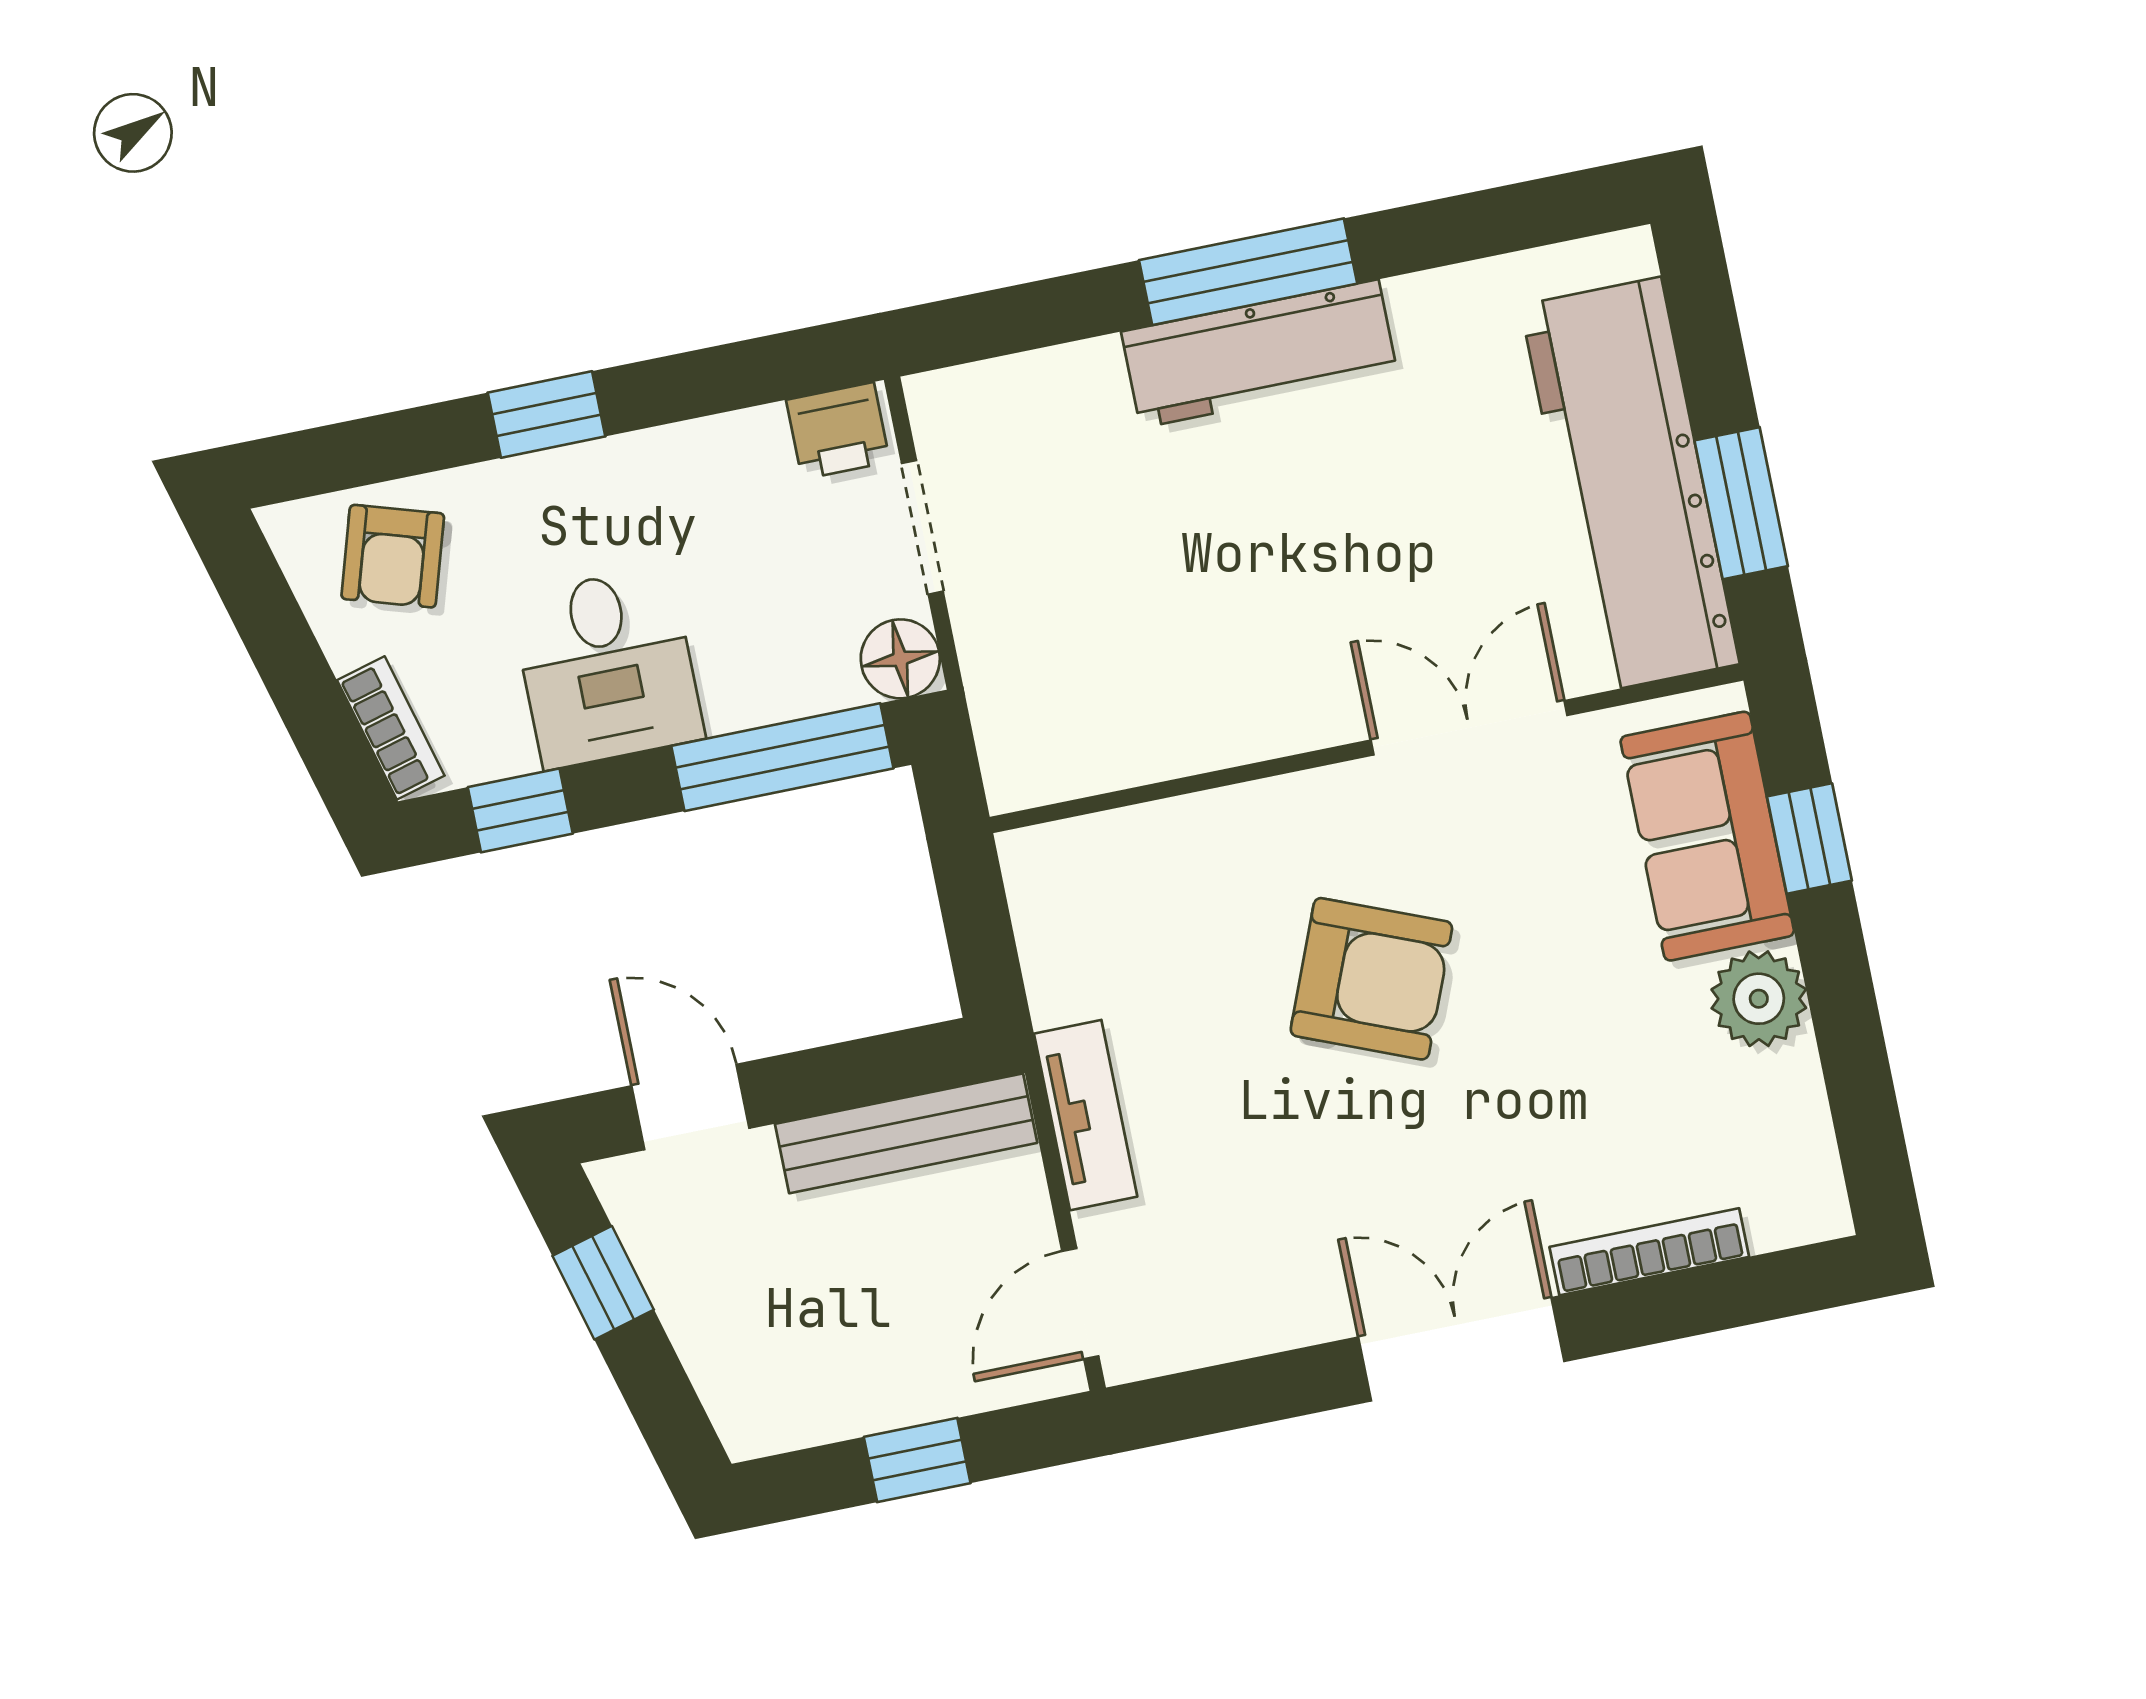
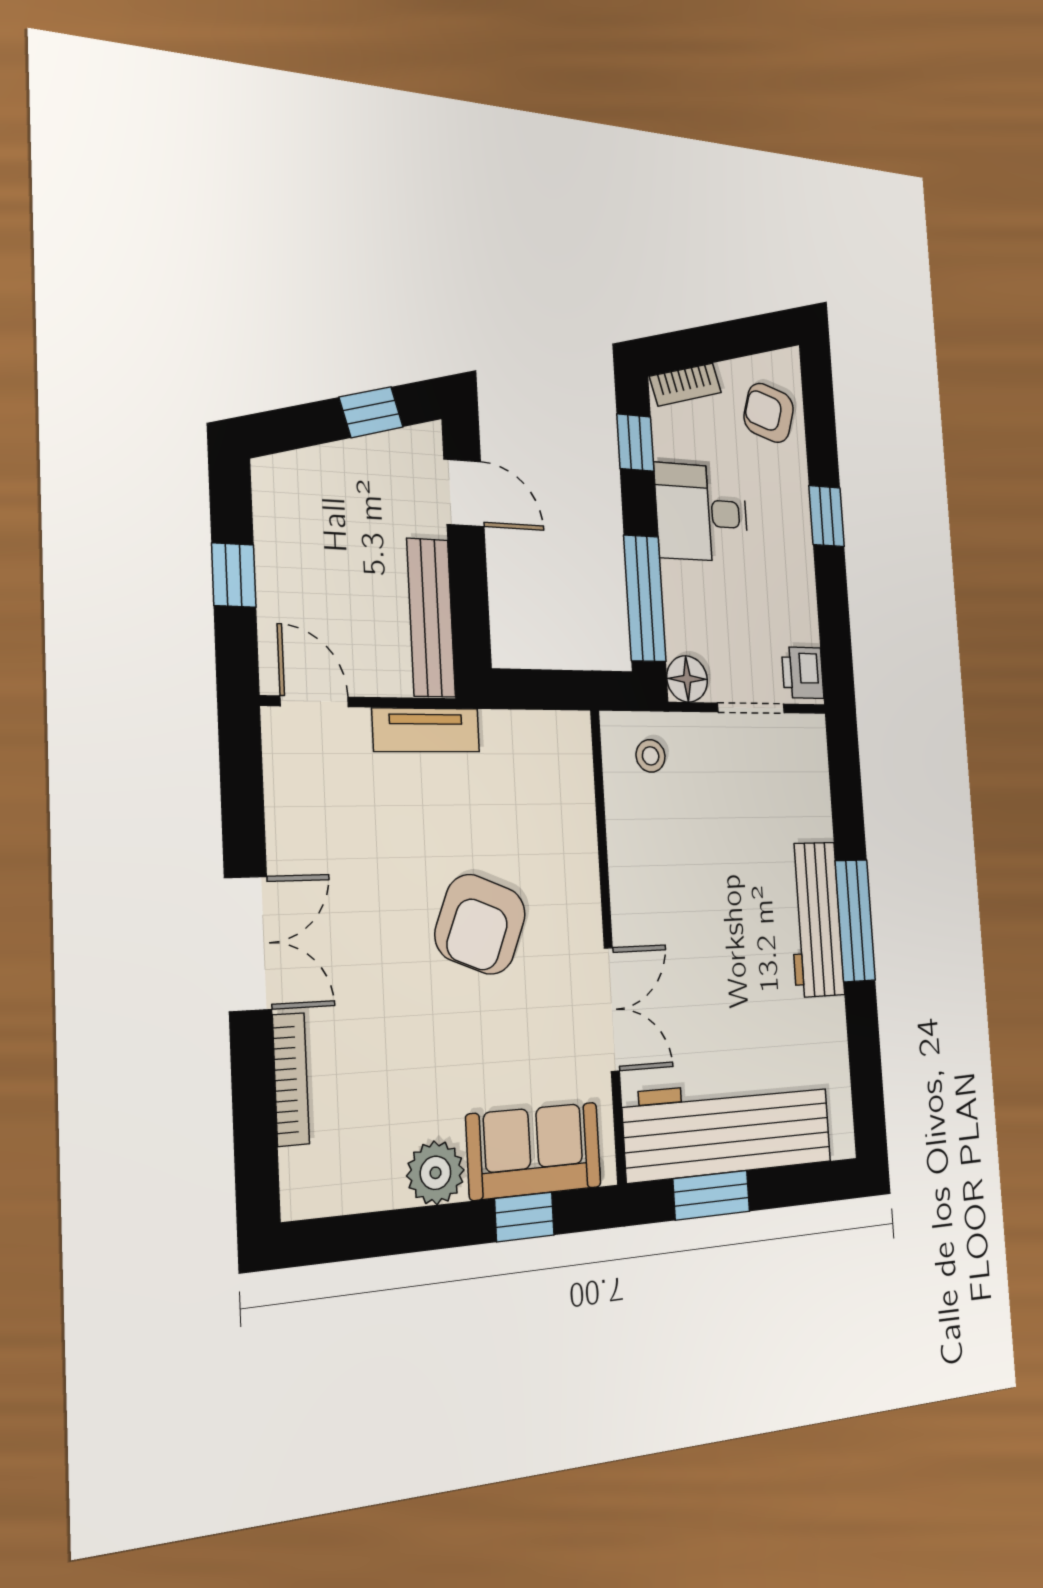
stool: (1044, 711) -> (651, 756), added
door: (690, 1107) -> (464, 493), hinge flipped

